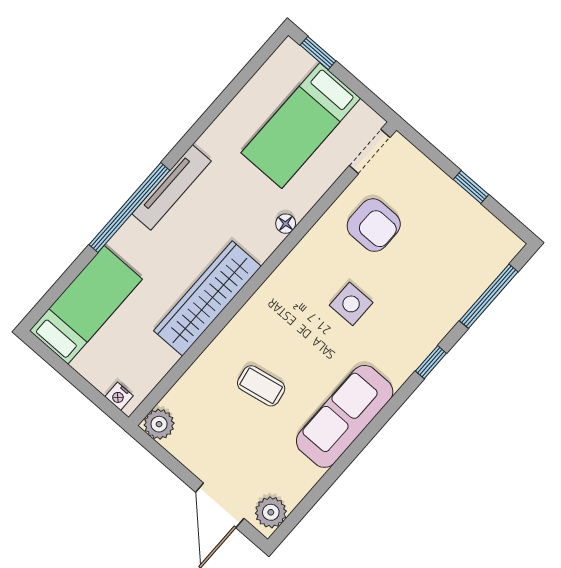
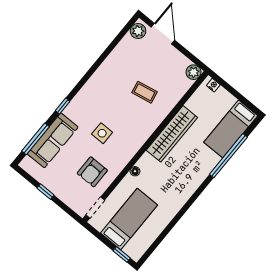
tv unit: (172, 187) -> (191, 187), removed
window: (129, 208) -> (228, 156), moved
armchair: (374, 225) -> (92, 172), turned -90
sofa: (345, 416) -> (53, 140), moved

